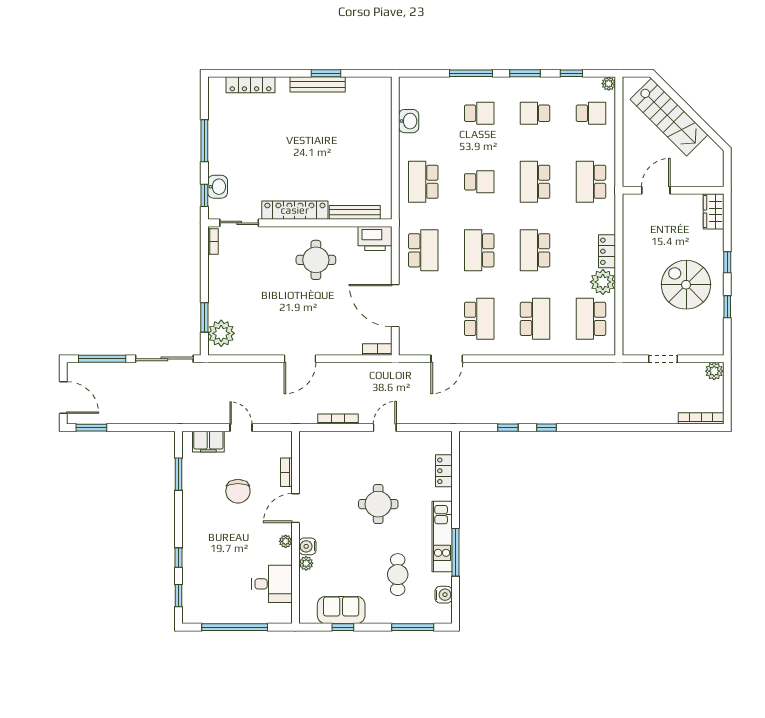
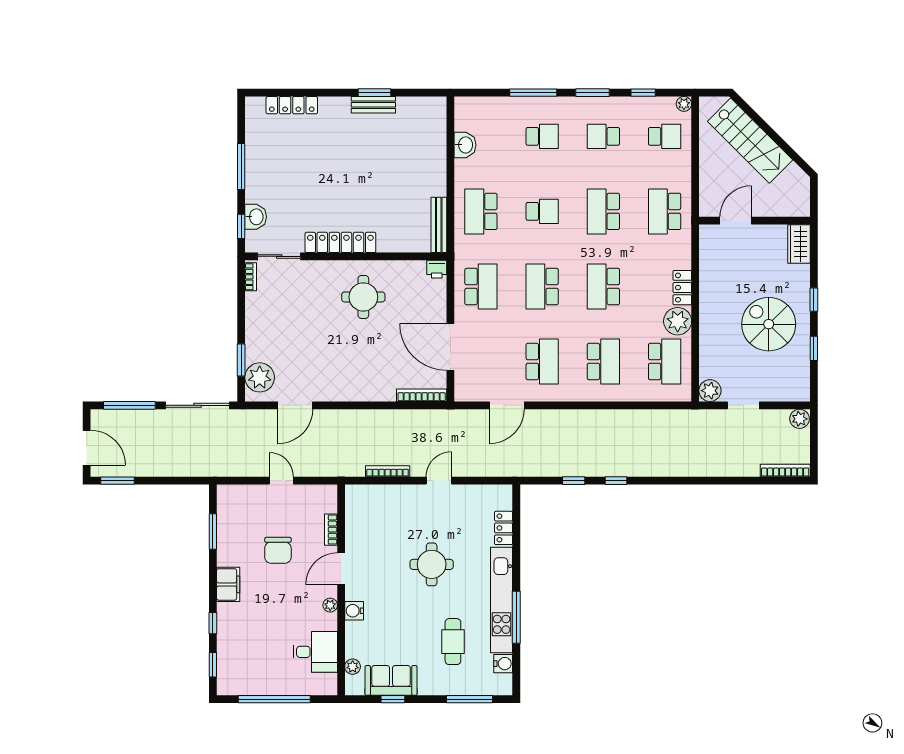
bench: (318, 84) -> (373, 105), width x0.73
bench: (355, 212) -> (439, 225), moved, turned 90
printer: (375, 238) -> (437, 269), width x0.53, depth x0.68
school desk: (591, 319) -> (665, 362), turned 180
plant: (632, 345) -> (710, 391), added
bookcase: (377, 350) -> (422, 395), width x1.56
door: (300, 359) -> (295, 405), moved
filing cabinet: (208, 442) -> (228, 584), moved, turned -90
kitchen unit: (442, 537) -> (502, 600), width x1.36
plant: (306, 563) -> (353, 667), moved

